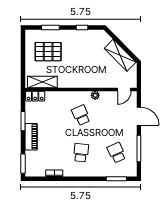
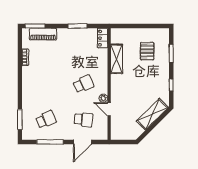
pallet: (48, 52) -> (147, 51), width x0.67, depth x0.71
shelving: (120, 55) -> (152, 114), moved
shelving: (42, 82) -> (117, 59), moved
door: (124, 90) -> (109, 109), moved
piano: (31, 137) -> (43, 34), moved
school desk: (81, 153) -> (84, 120), moved

